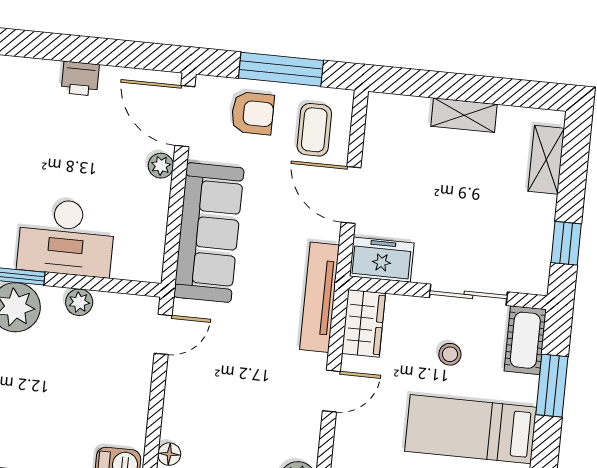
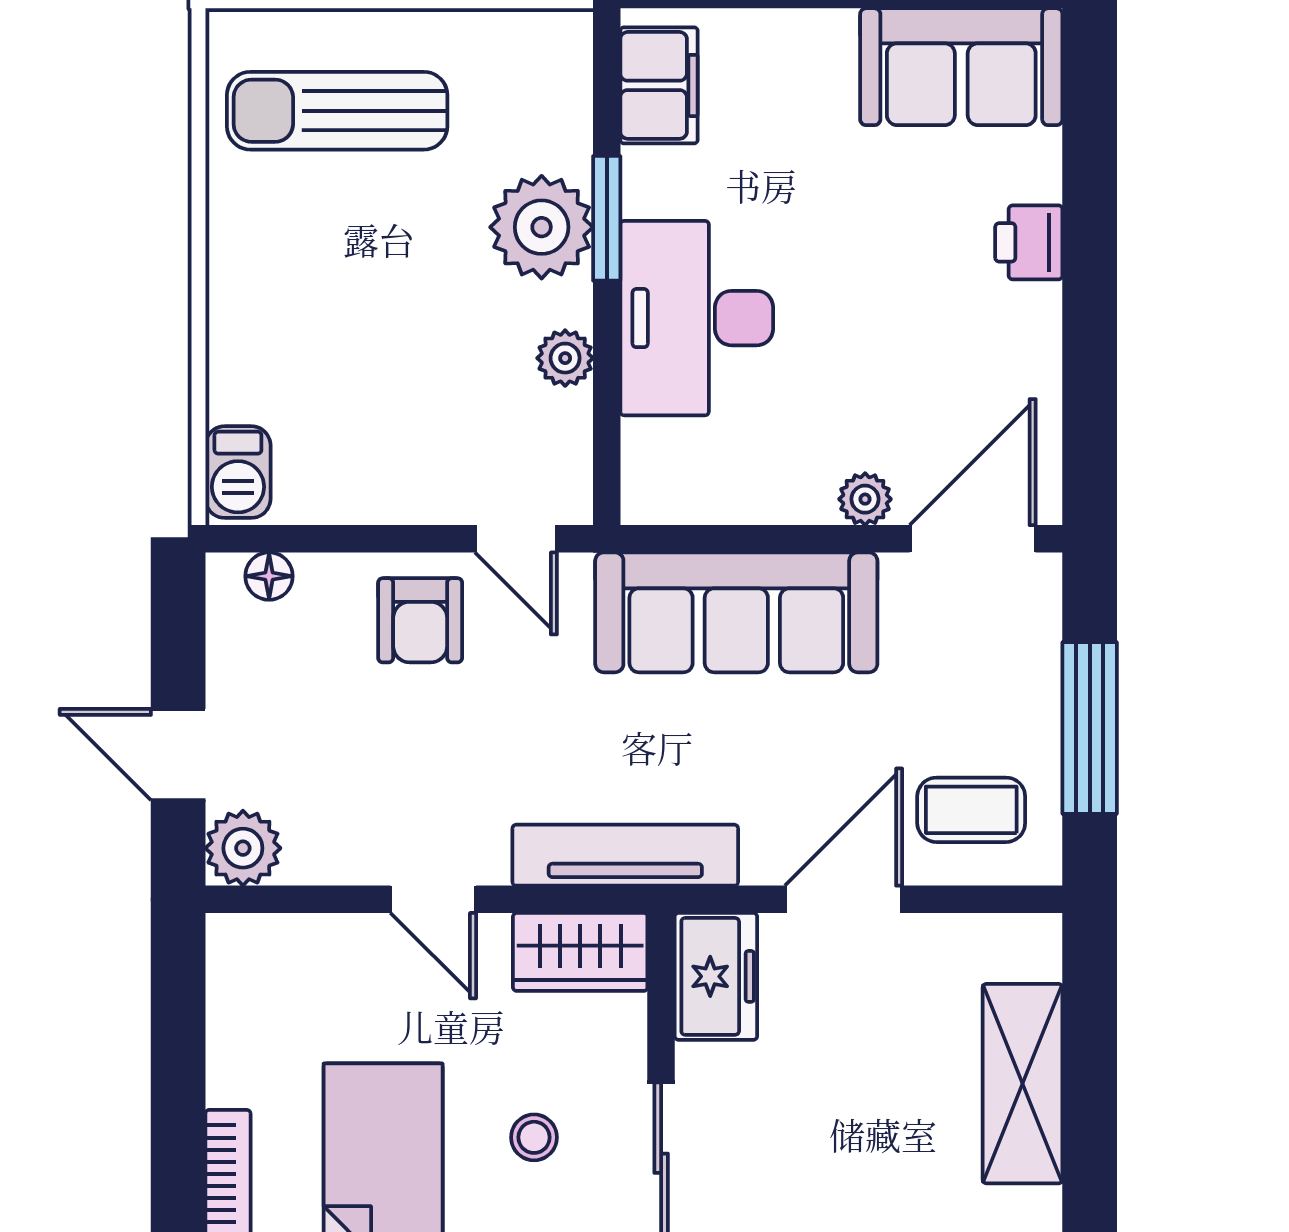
printer: (80, 79) -> (1029, 242), moved
armchair: (253, 113) -> (420, 620), moved
shelving: (464, 115) -> (1023, 1084), width x1.50, depth x1.33

